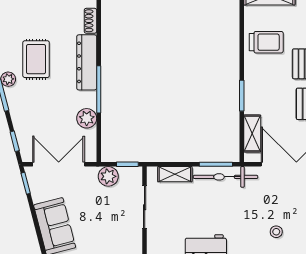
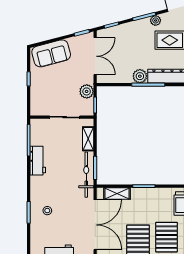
plant: (87, 118) -> (140, 76), moved

